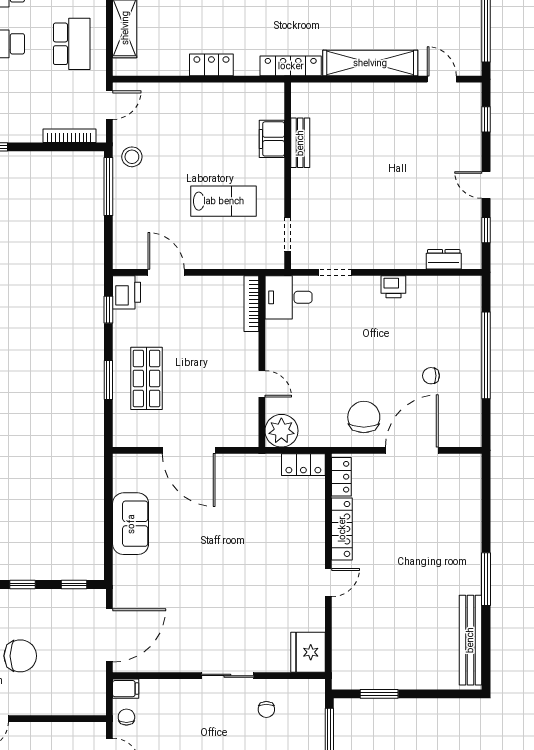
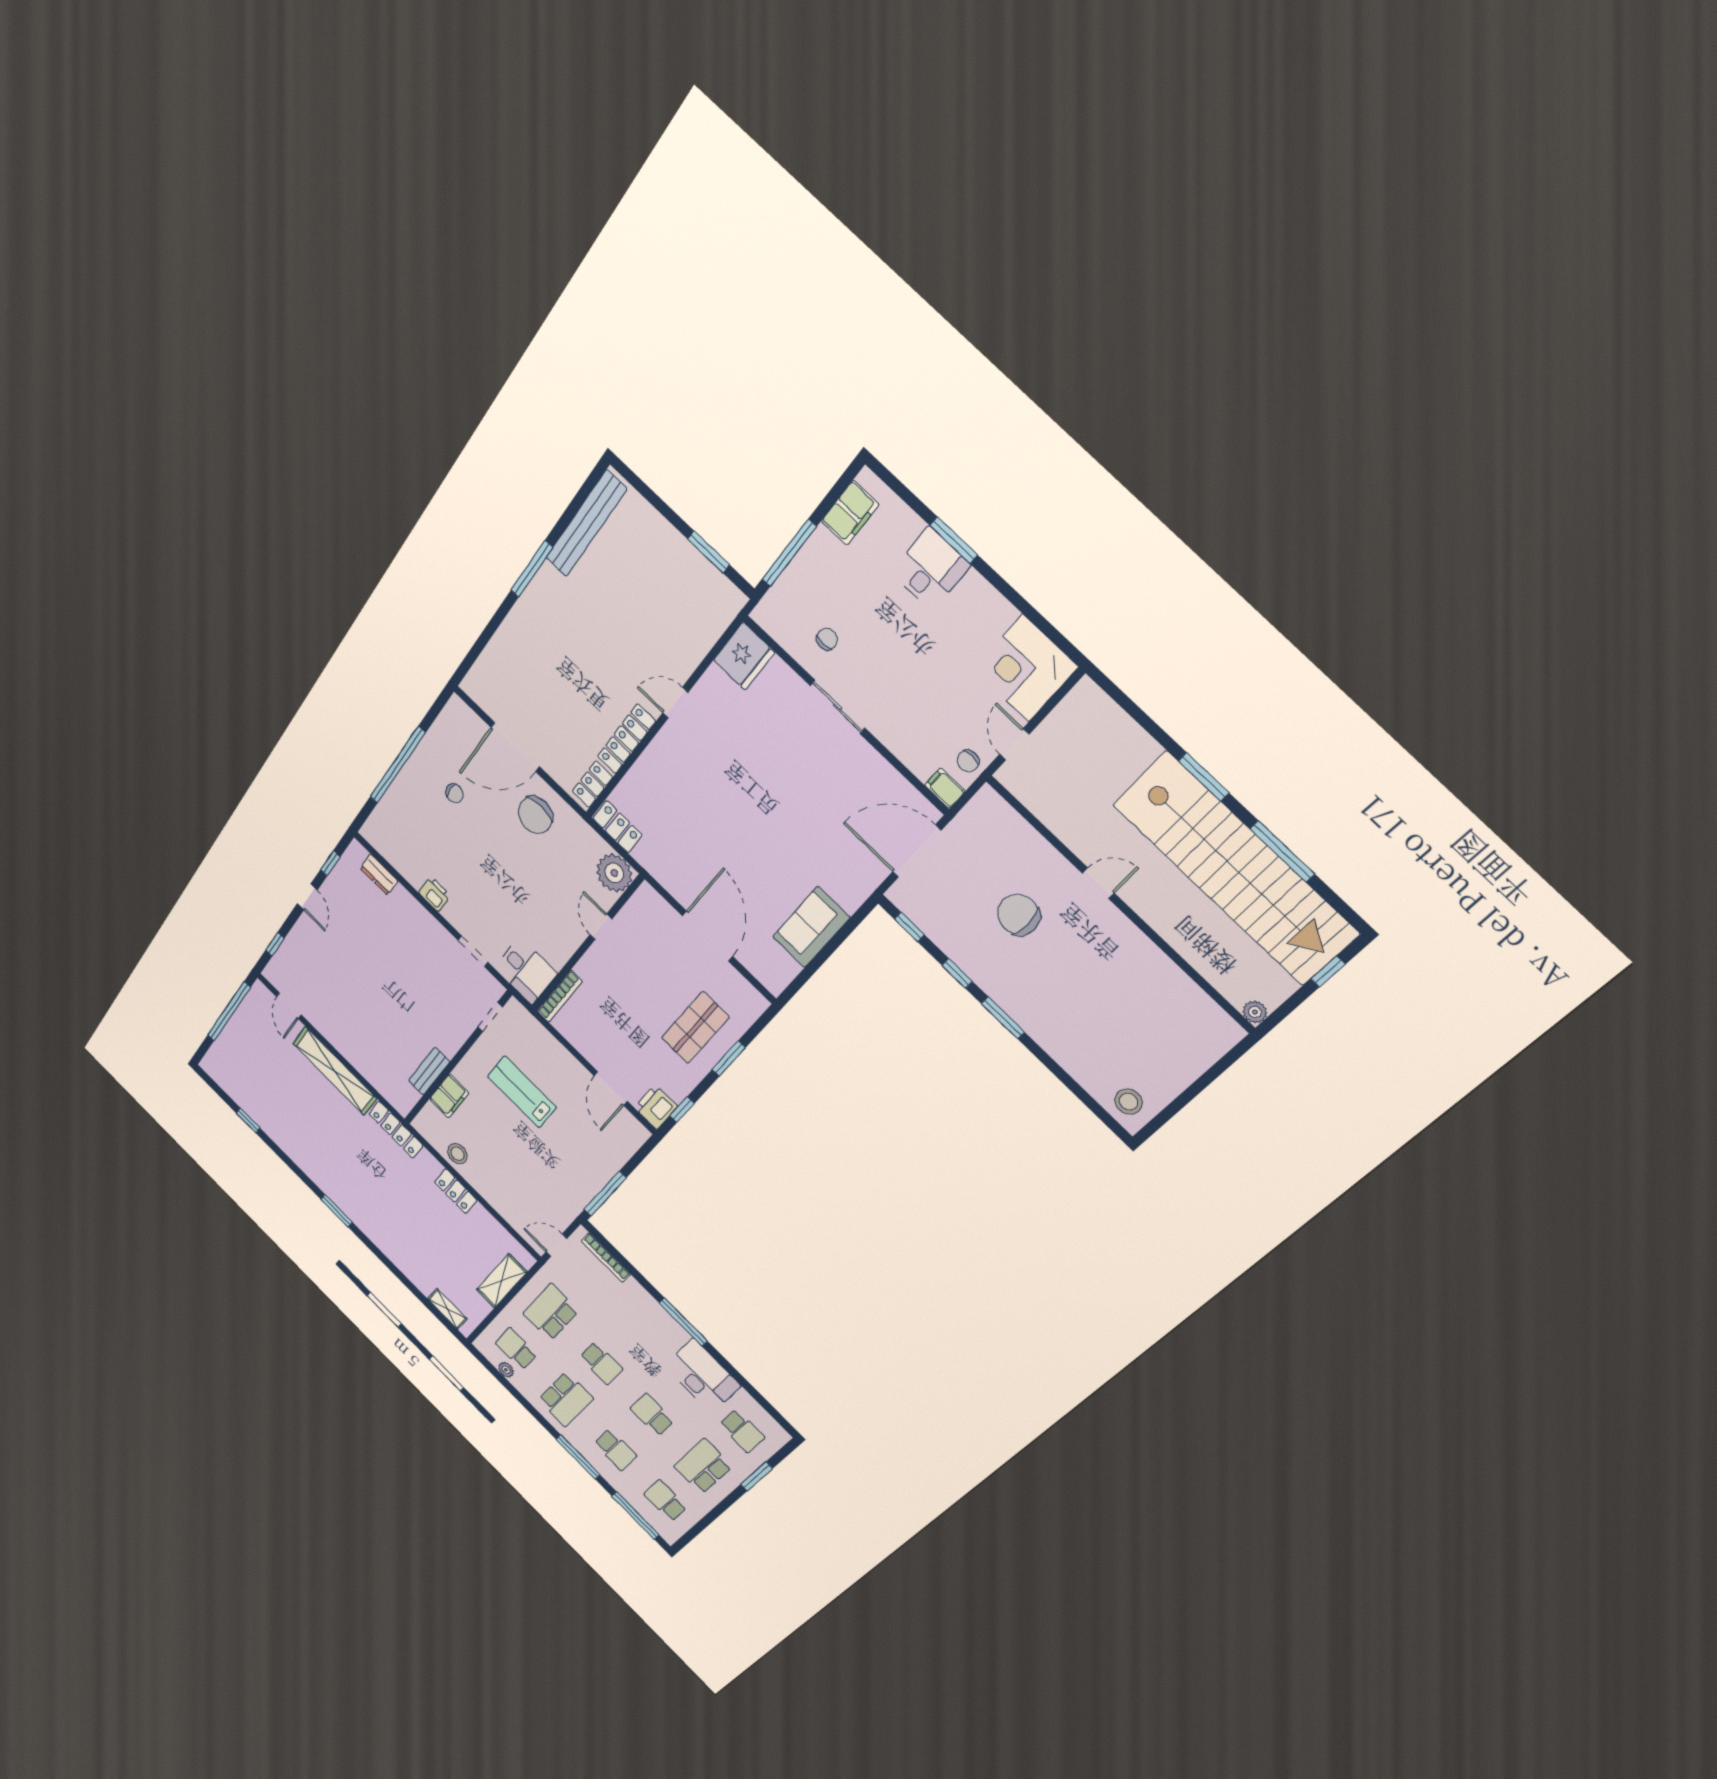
stool: (132, 157) -> (457, 1154), moved

